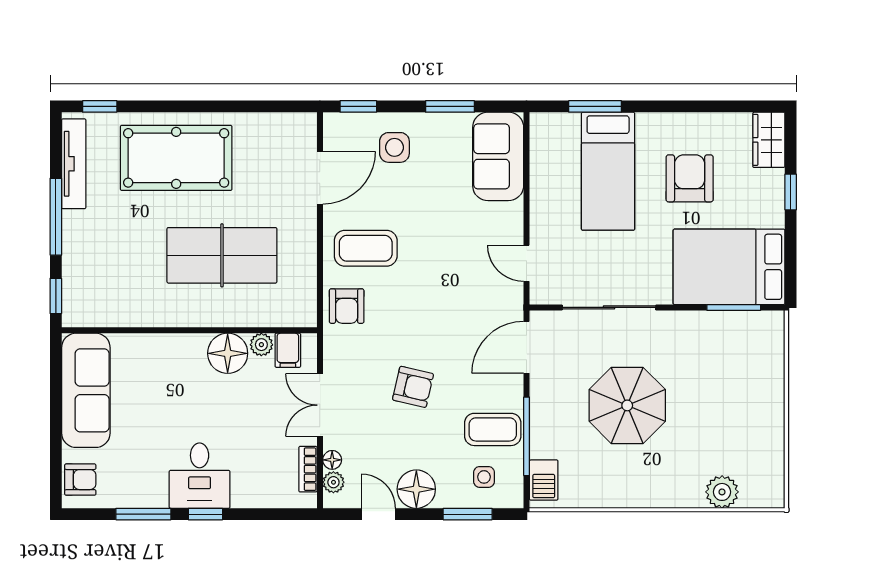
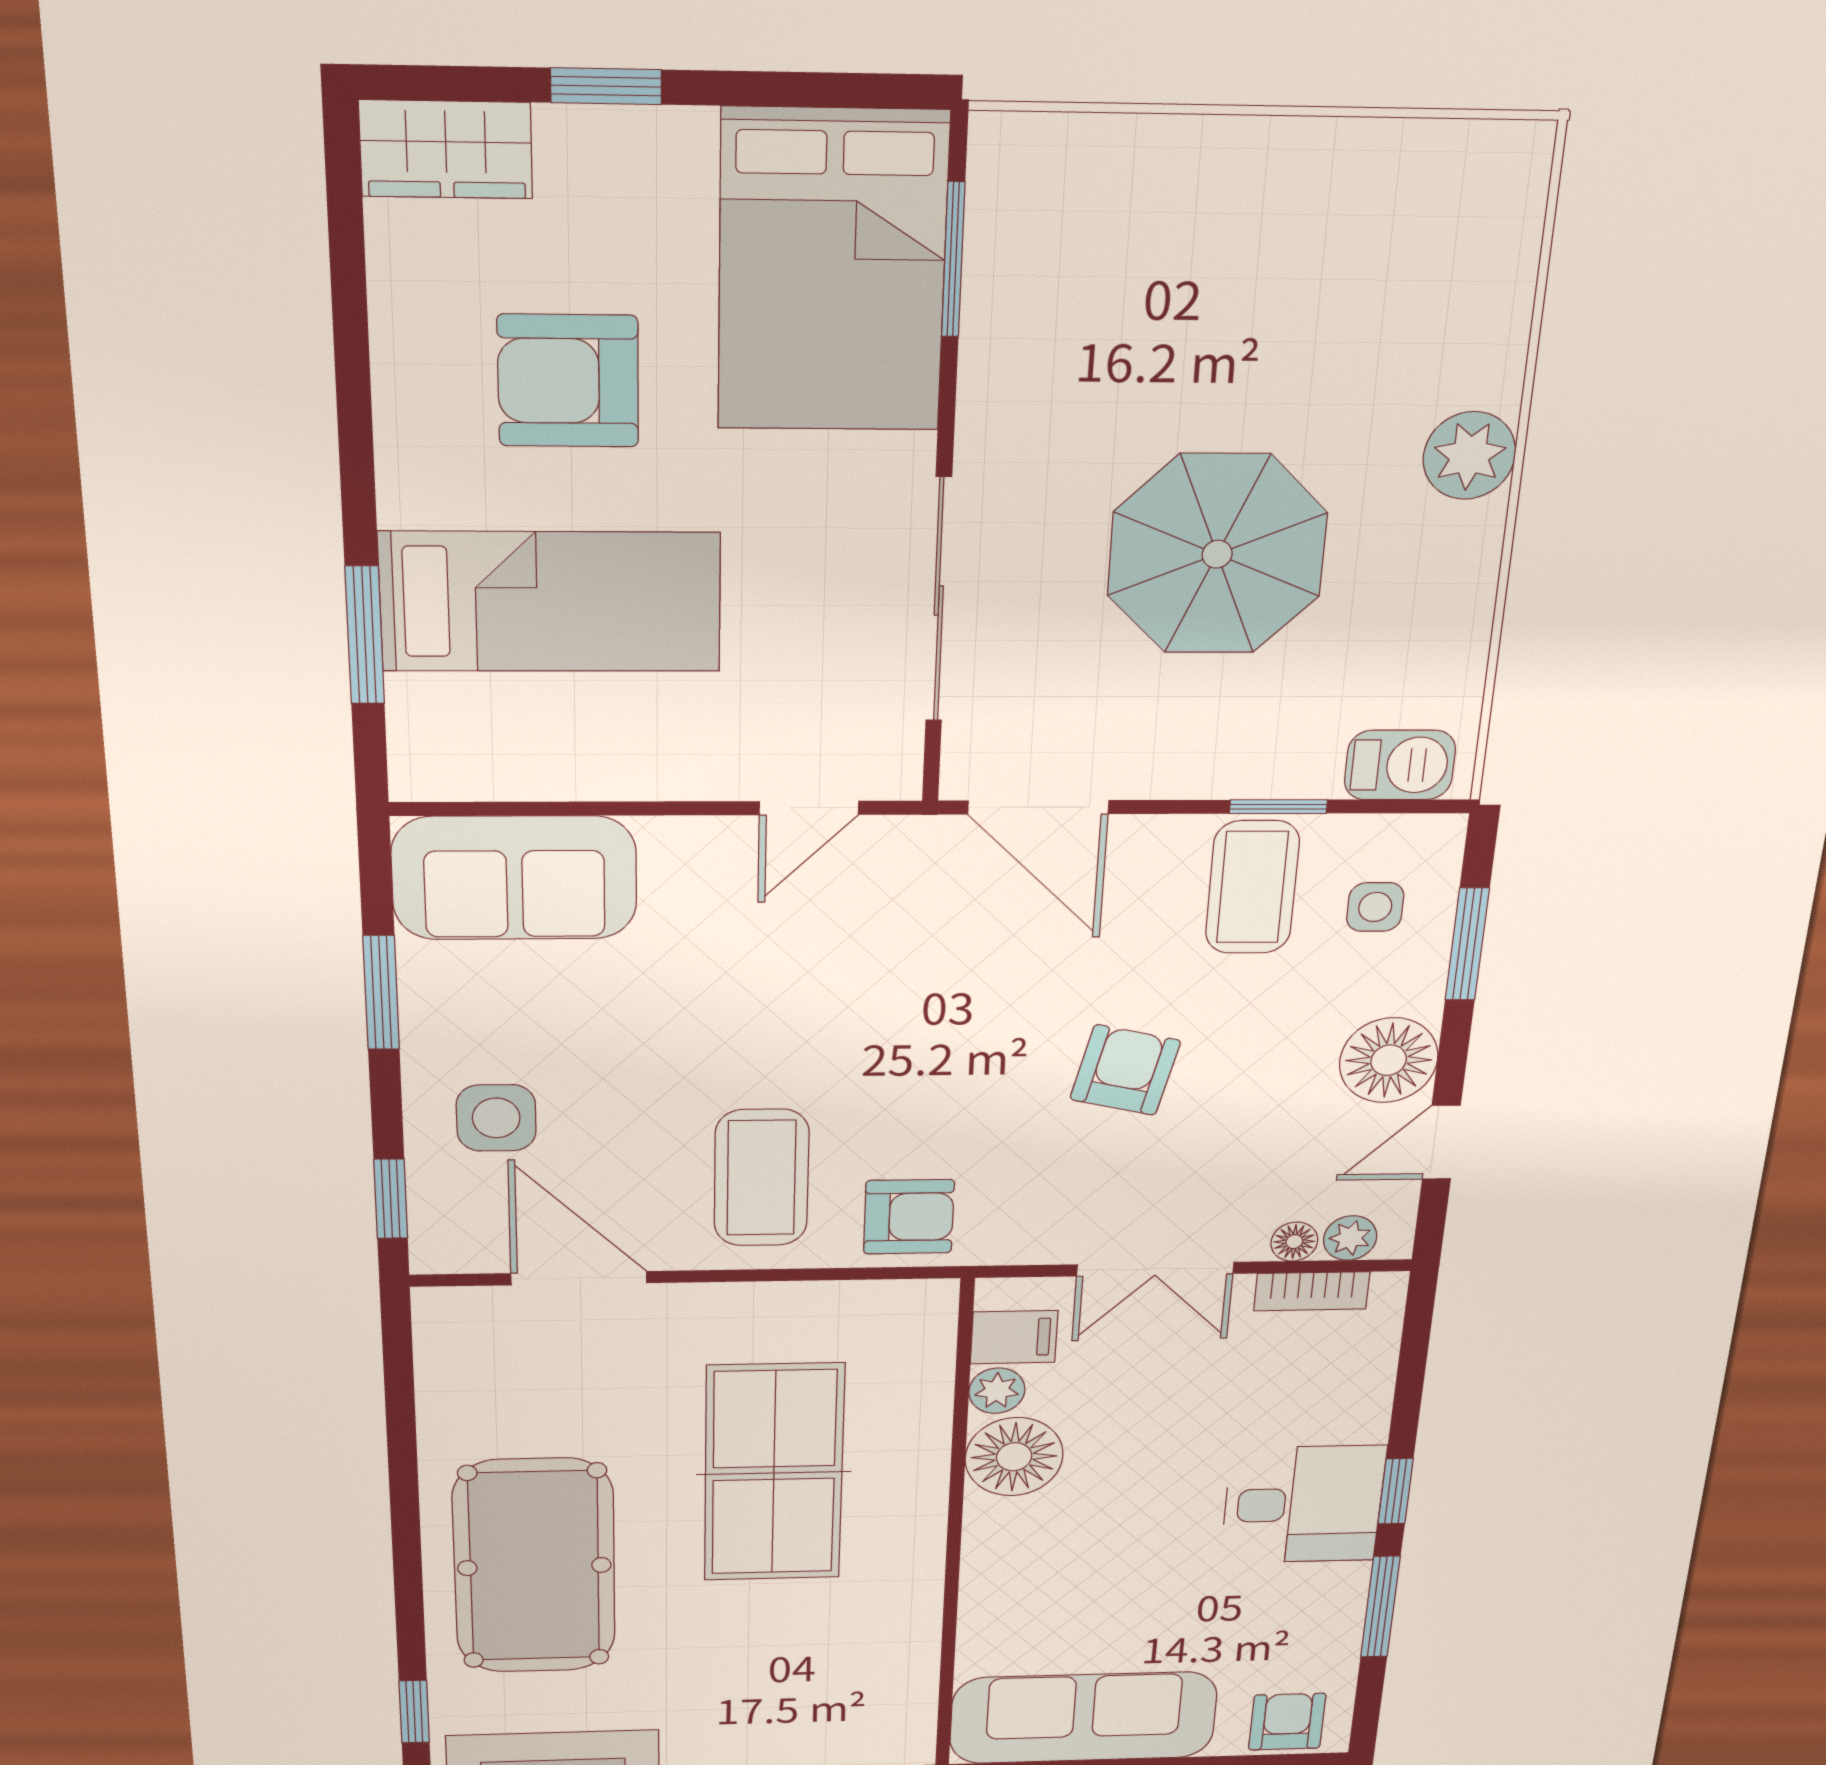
window: (527, 436) -> (1278, 807), width x0.46
plant: (722, 492) -> (1469, 456), moved

